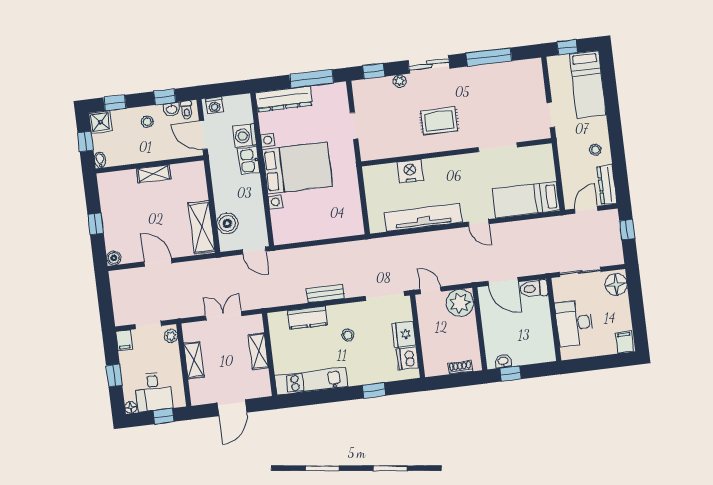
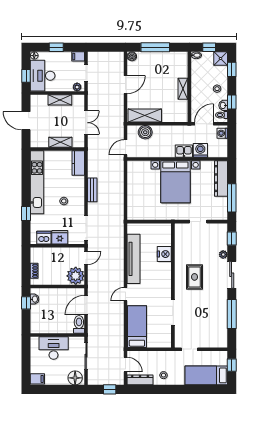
window: (96, 224) -> (155, 47), width x2.17
kitchen counter: (308, 318) -> (78, 163), moved
kitchen unit: (311, 381) -> (37, 182), width x1.36
desk: (154, 392) -> (43, 76), width x1.37

